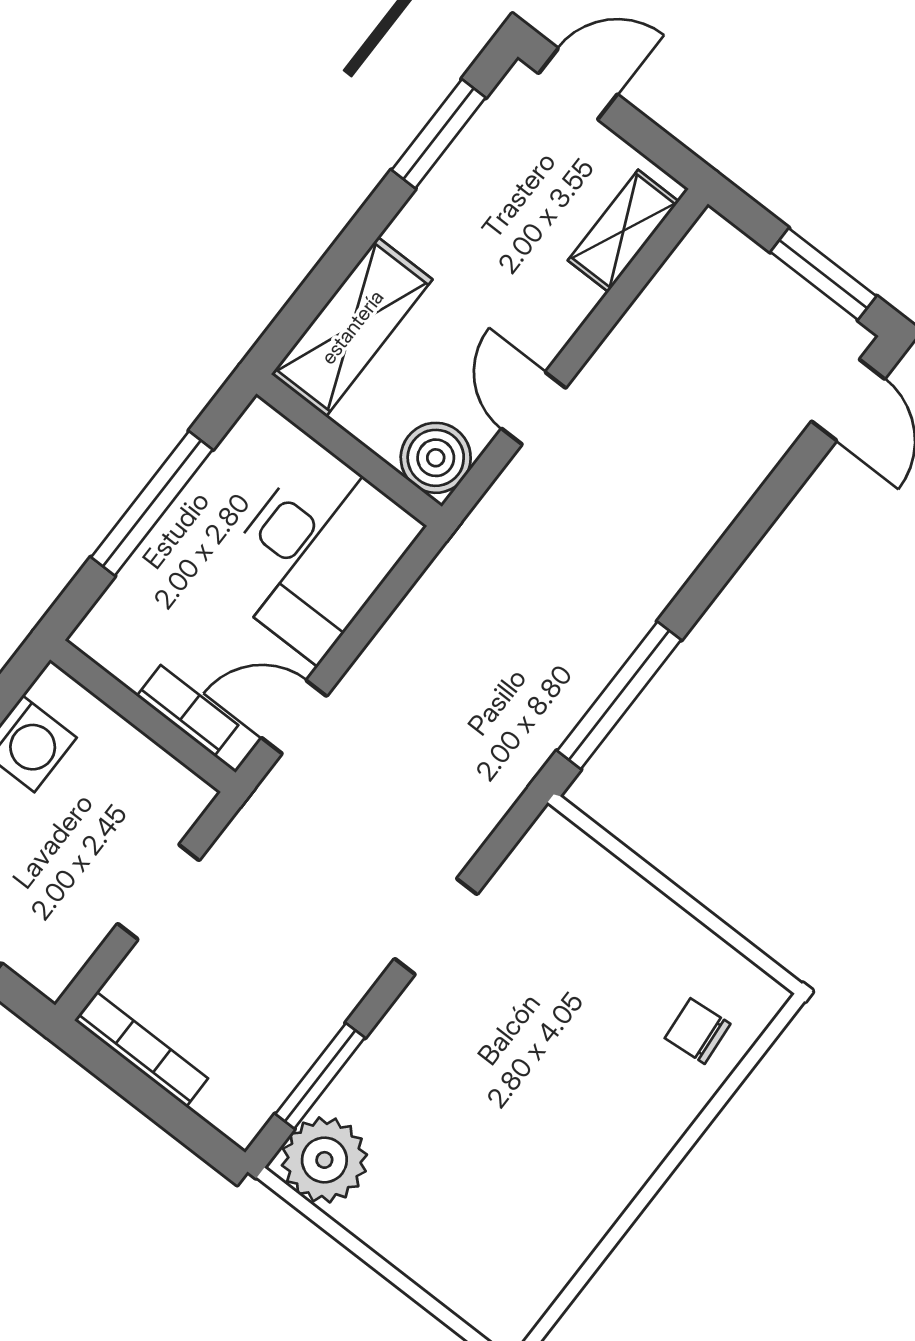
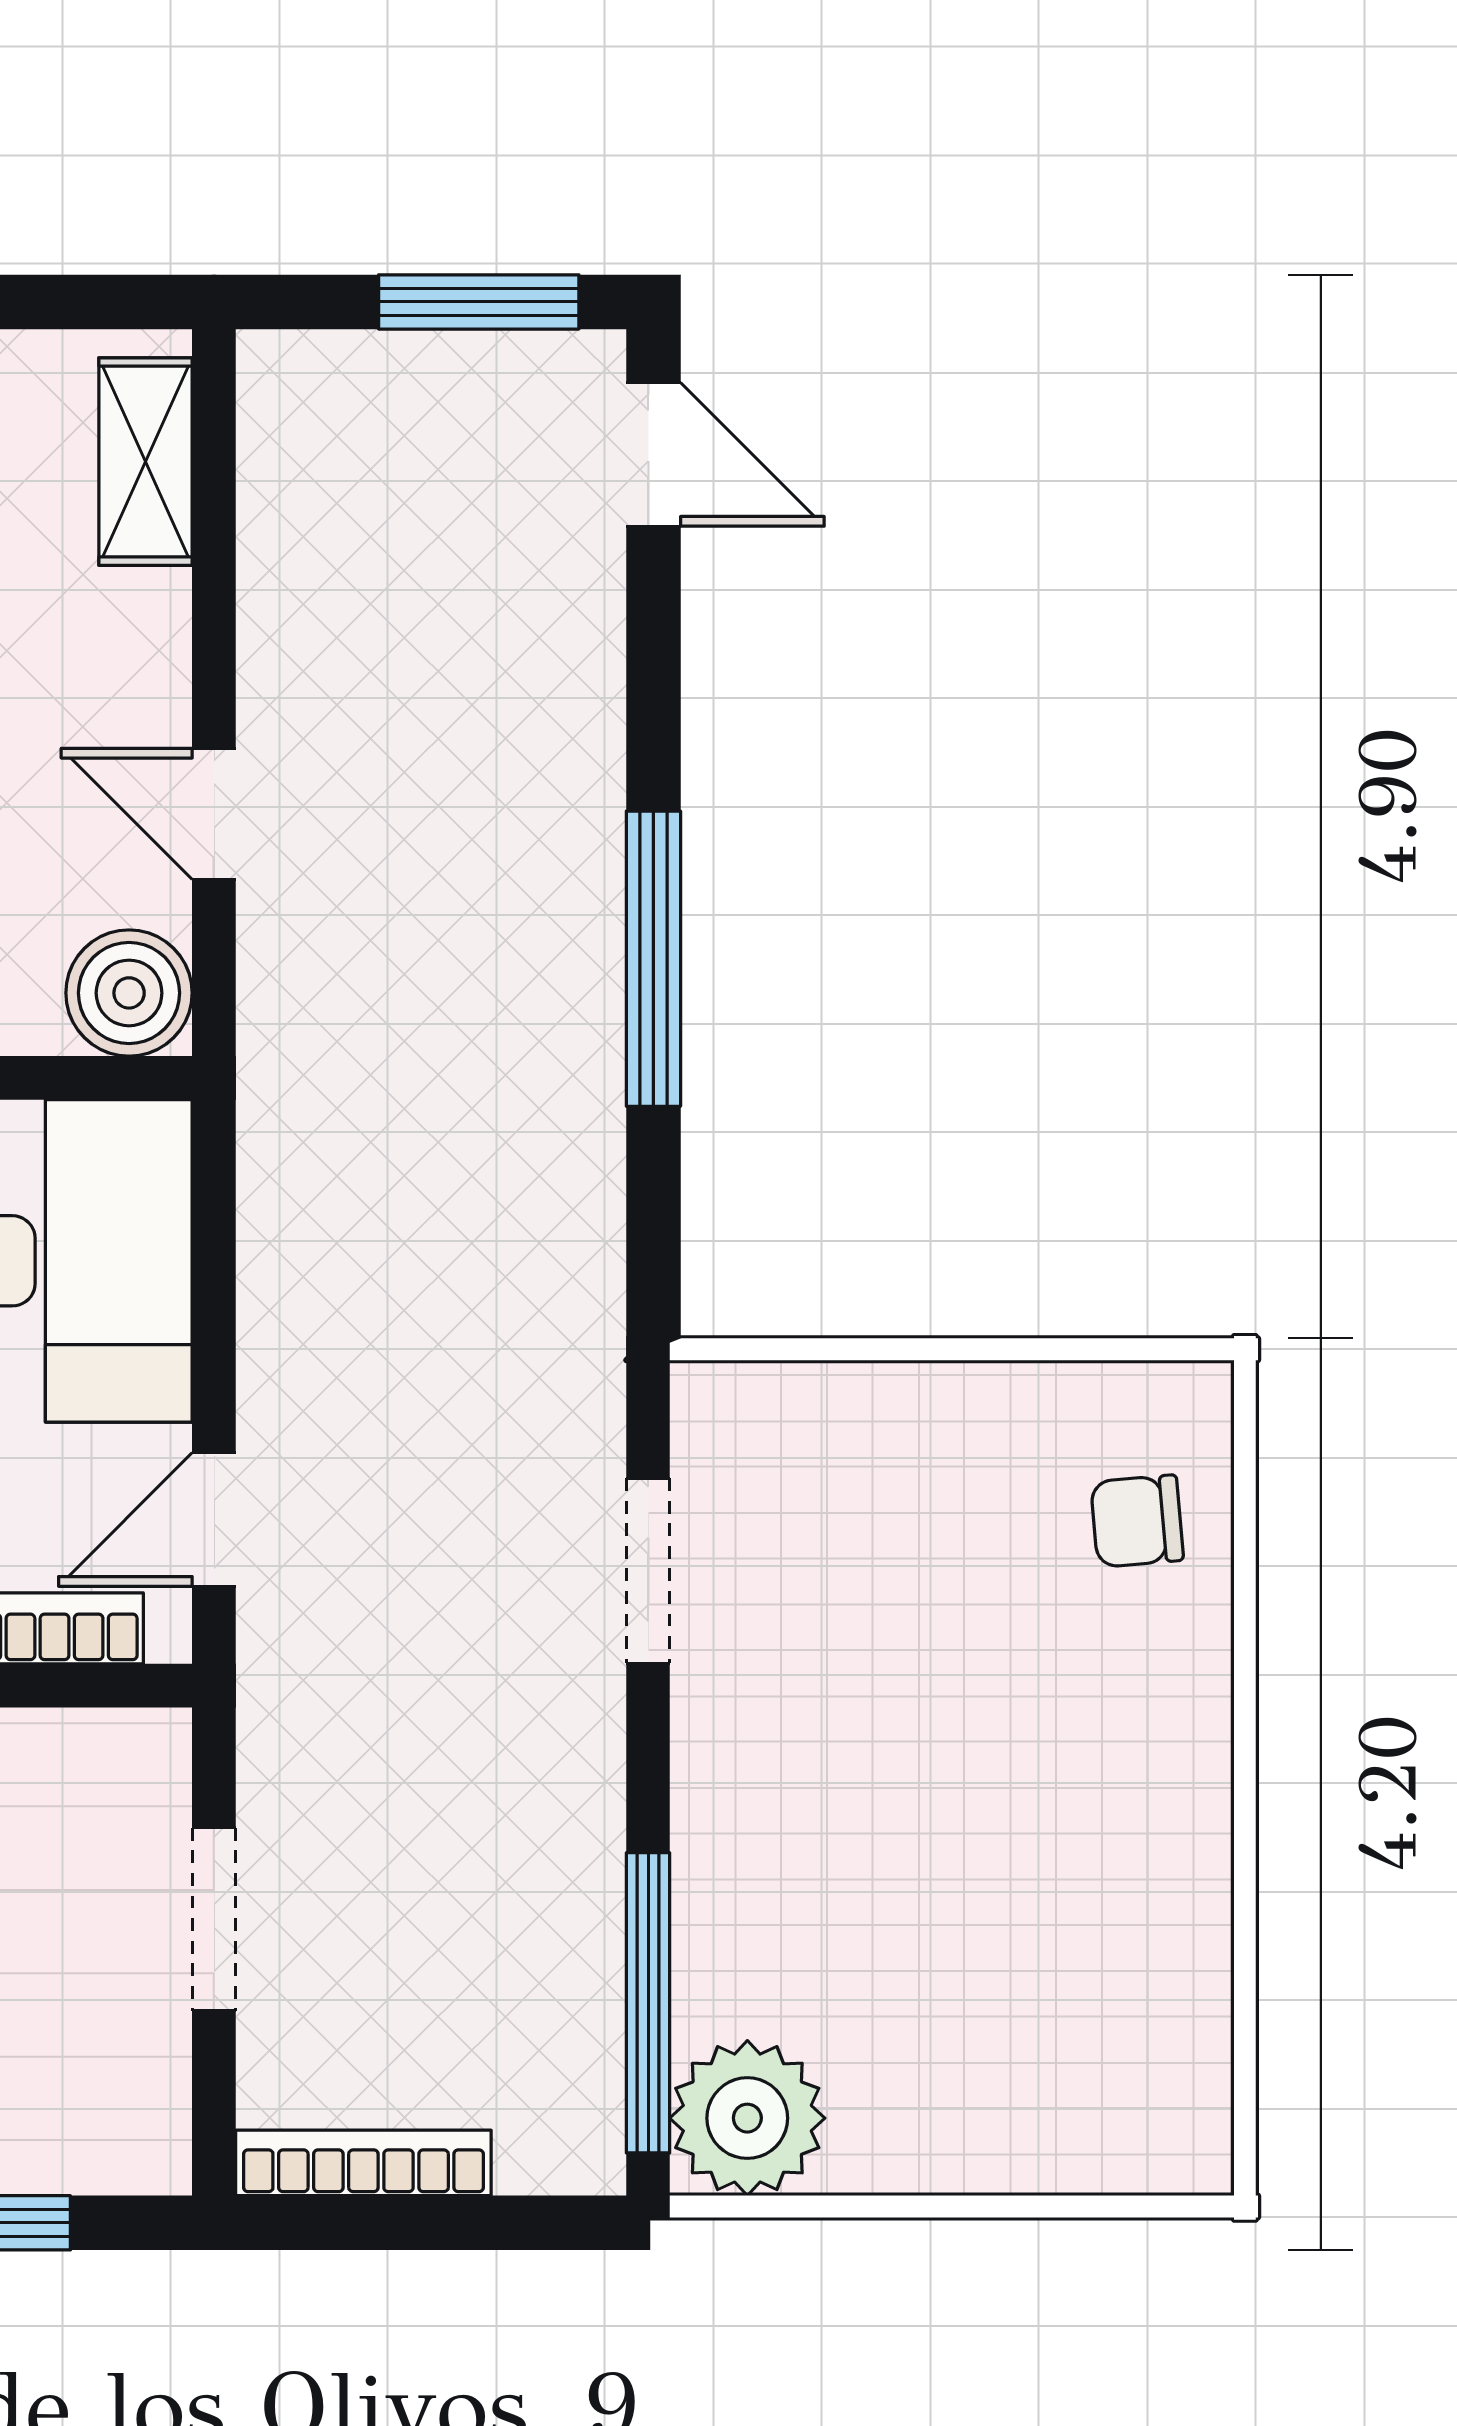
window: (619, 695) -> (653, 959), moved
doorway: (436, 927) -> (648, 1571), moved
window: (320, 1076) -> (648, 2003), width x1.44

